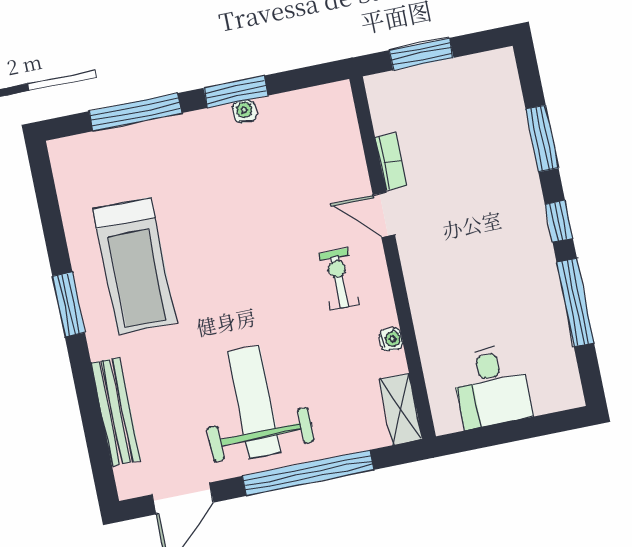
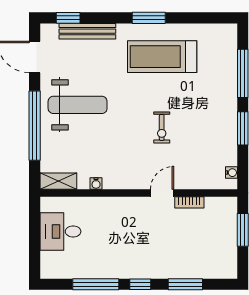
water cooler: (245, 111) -> (231, 173), moved
exercise bike: (339, 279) -> (162, 127), moved, turned 90
window: (99, 452) -> (68, 18), added

